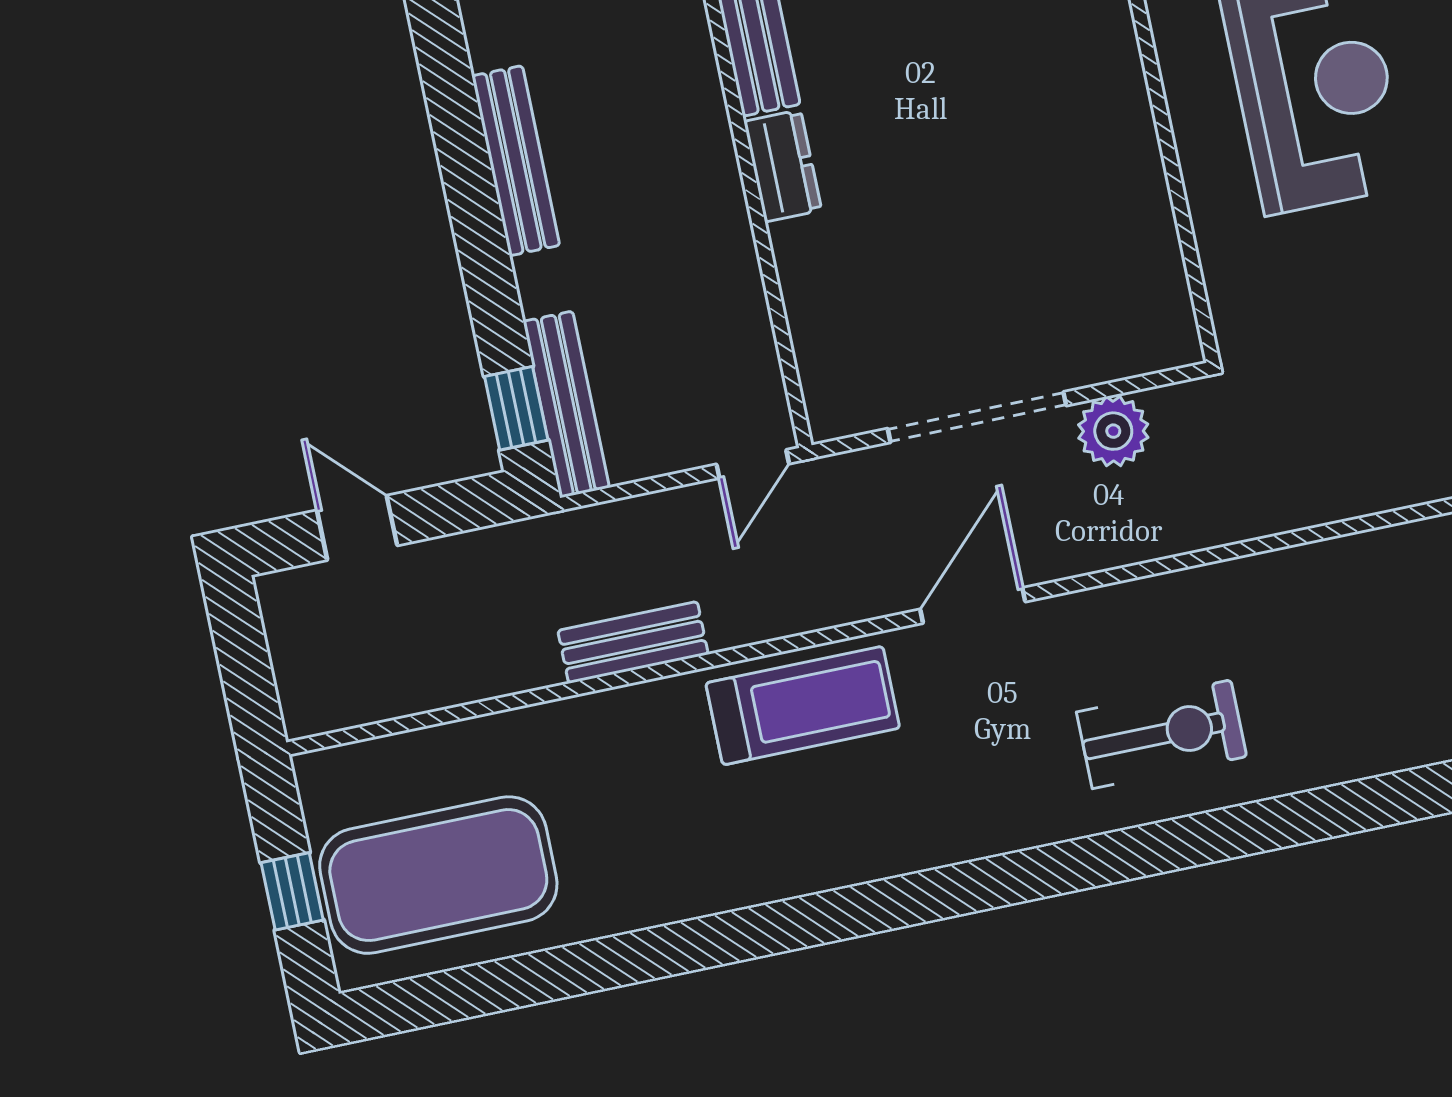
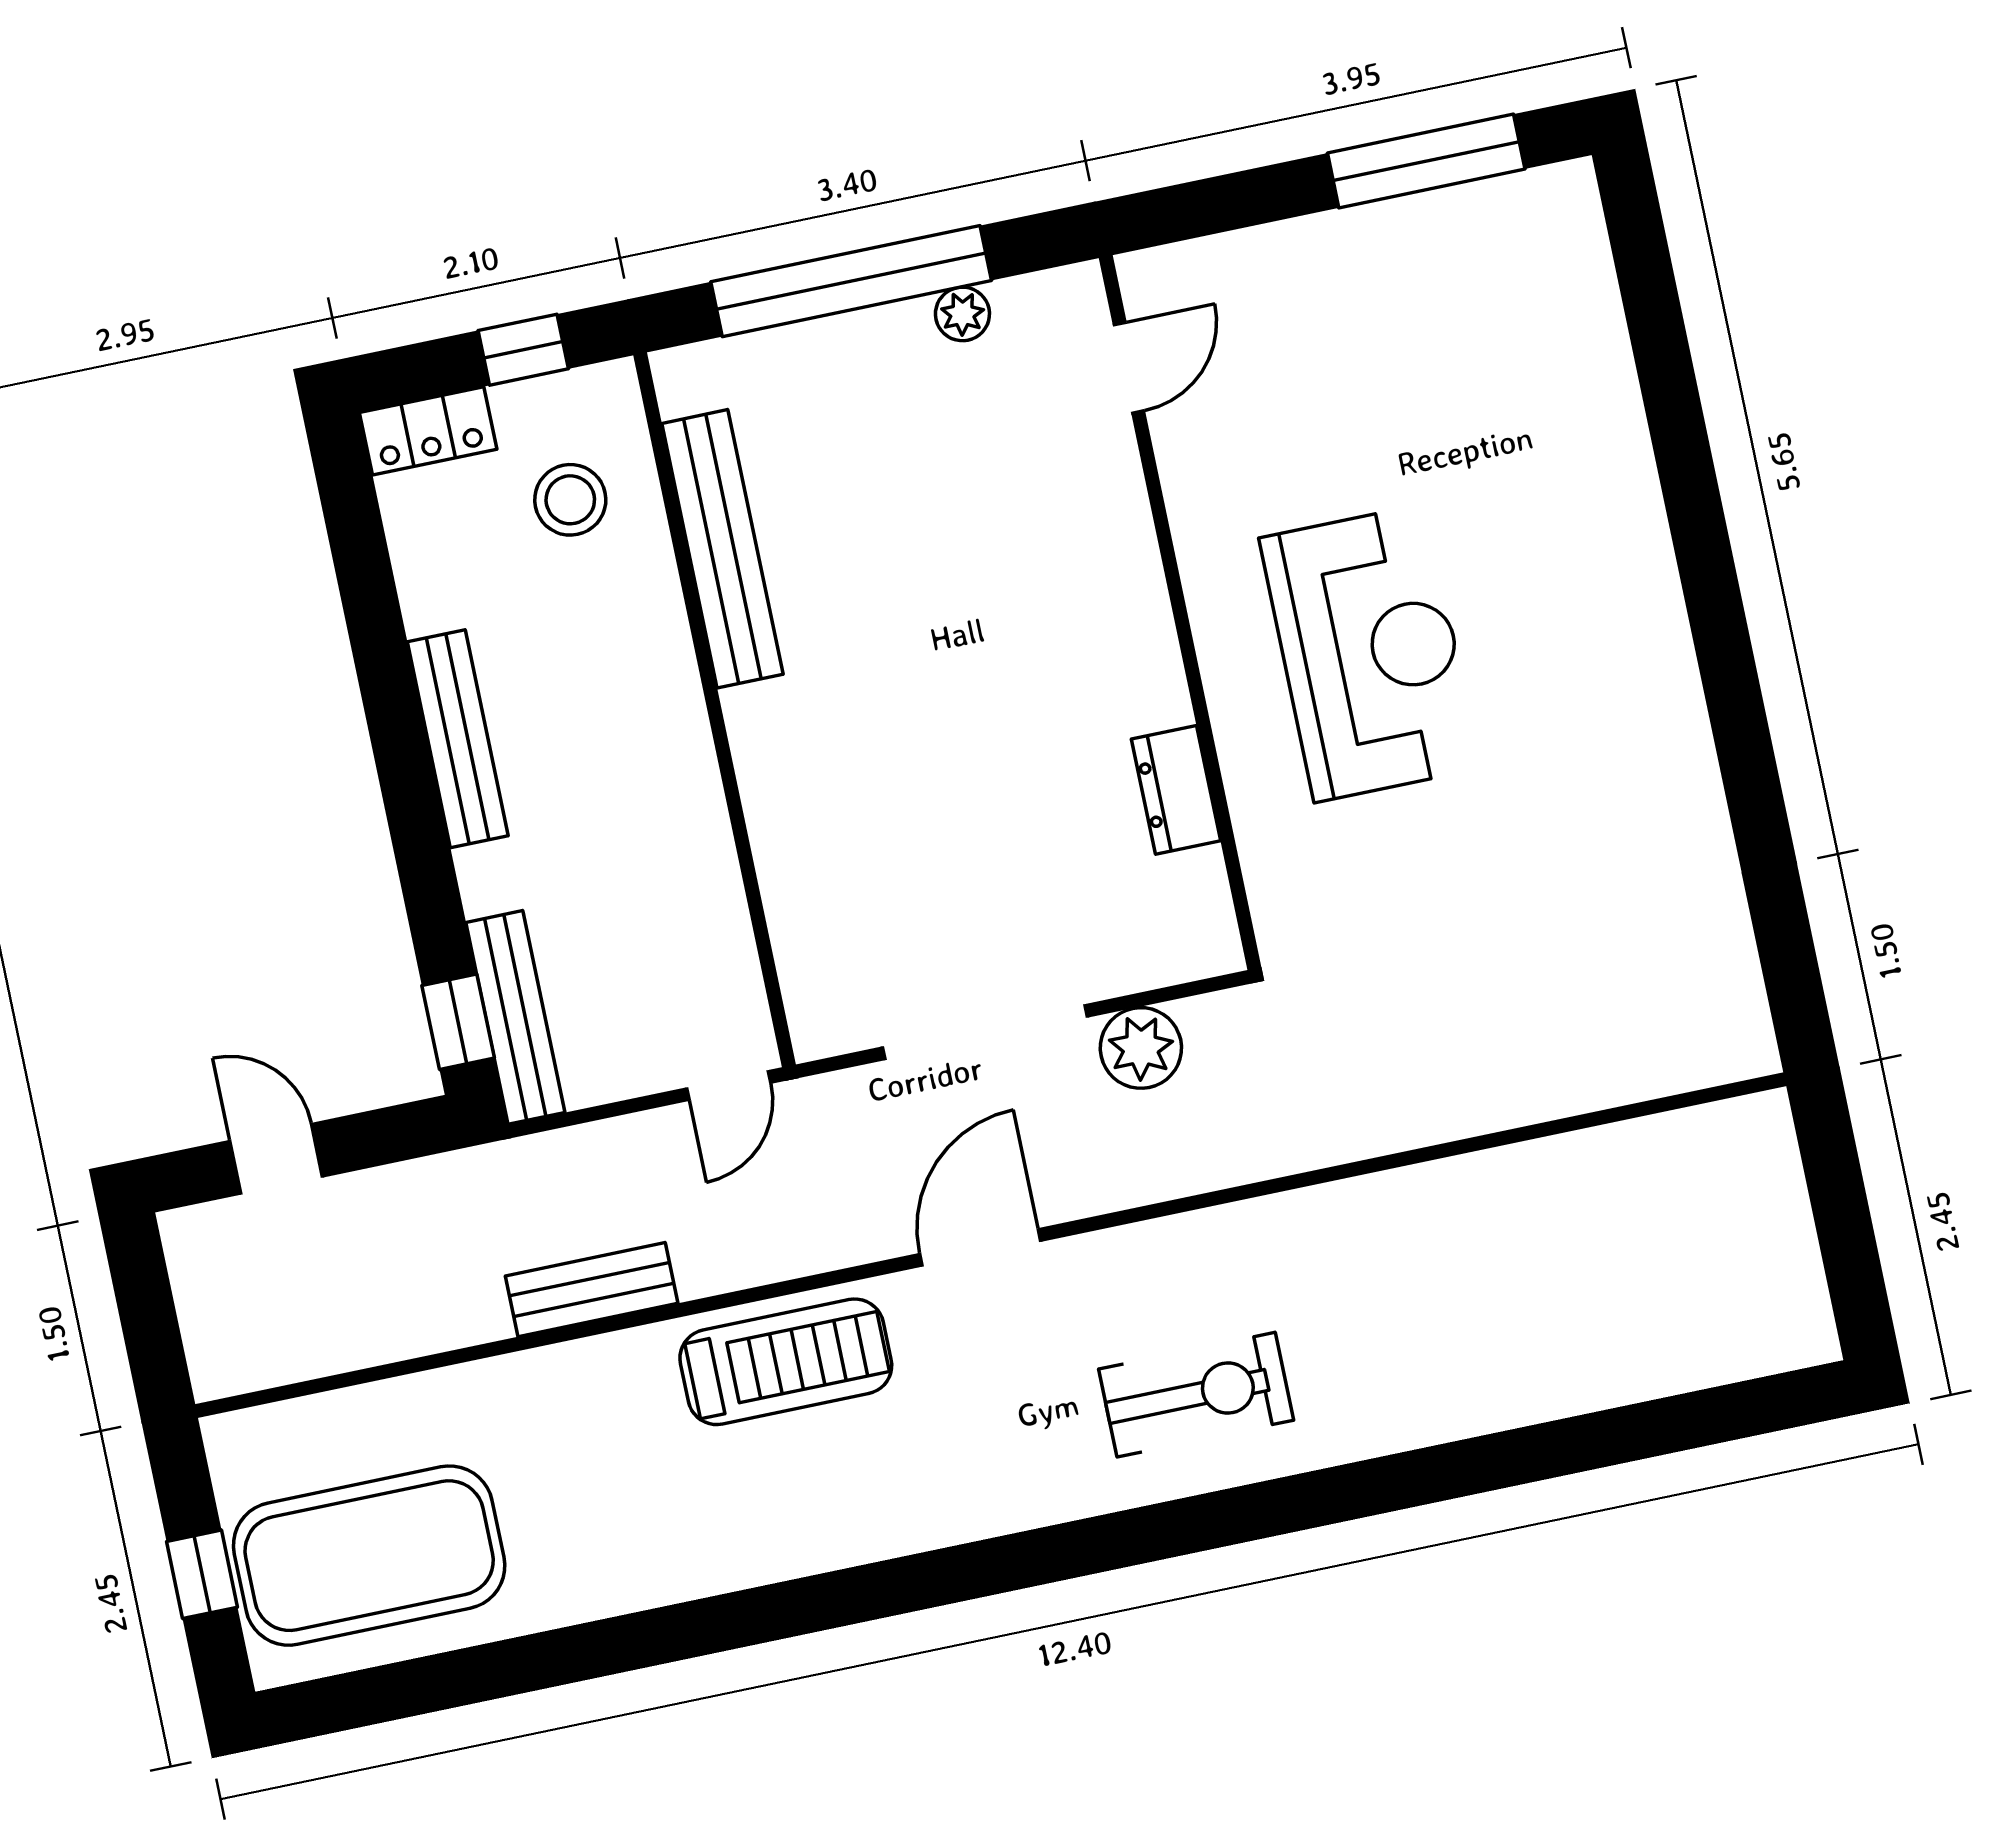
dresser: (783, 166) -> (1176, 790), moved, turned 180

